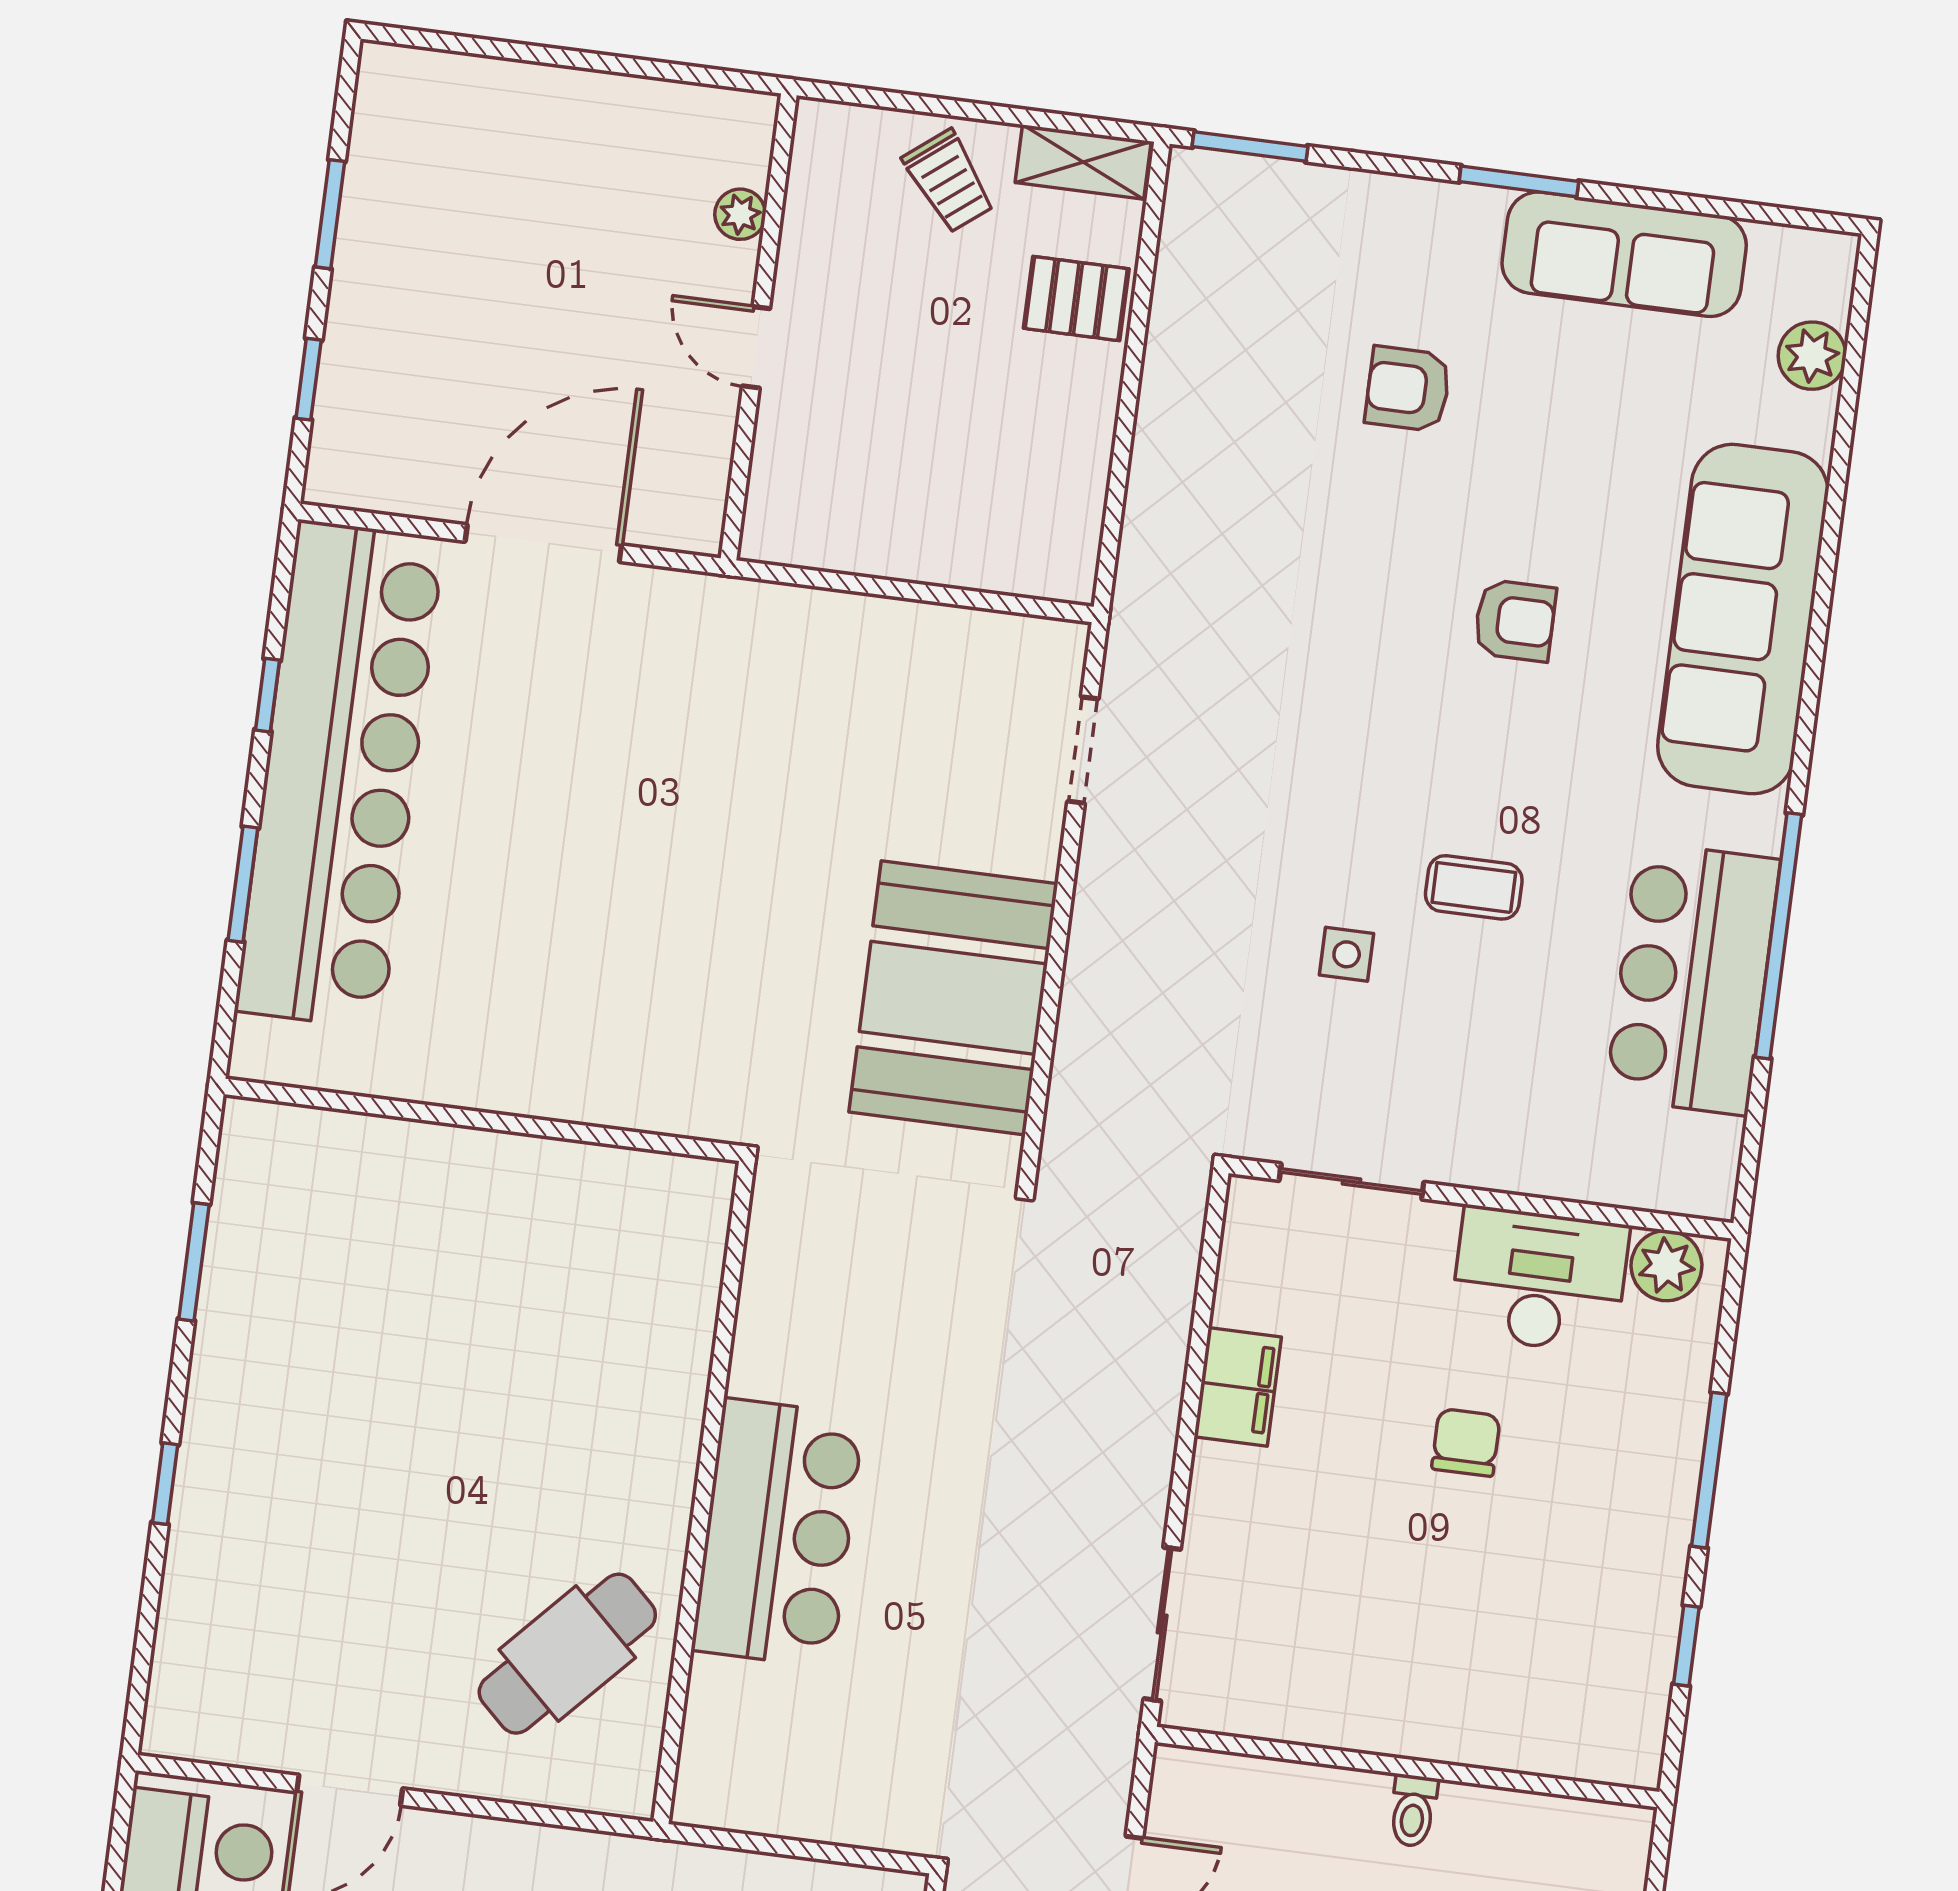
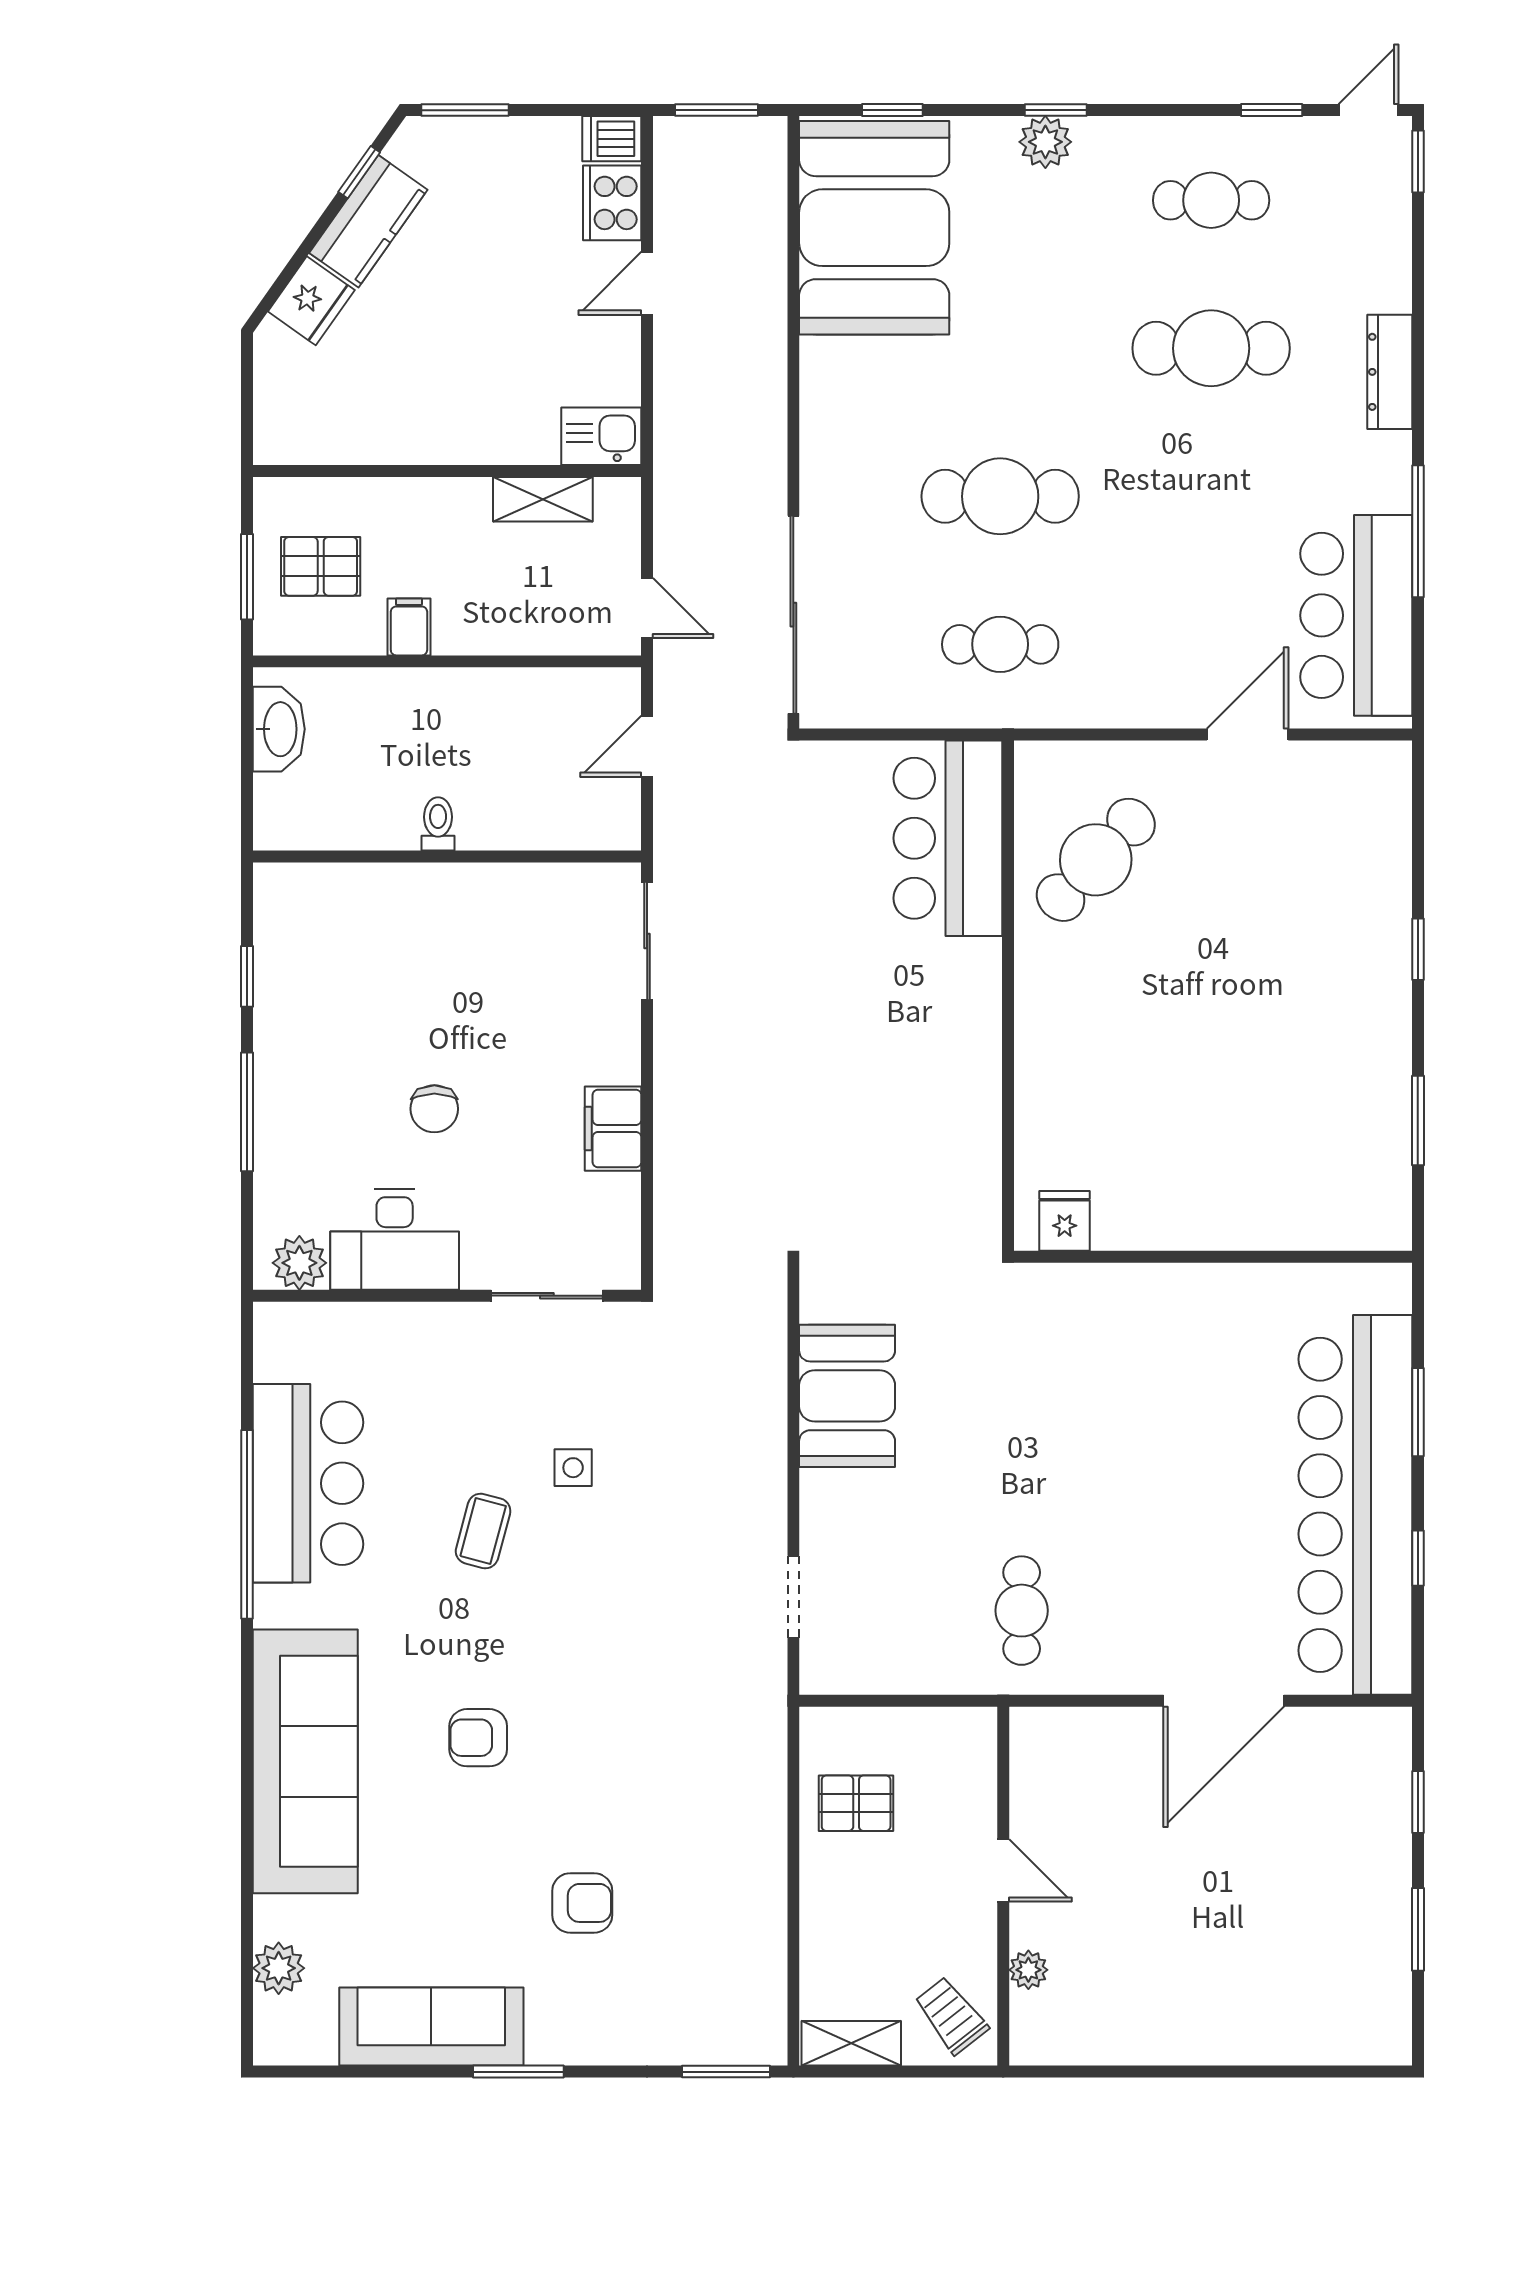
plant: (740, 214) -> (1028, 1970), moved
pallet: (1076, 299) -> (856, 1803), moved
wall: (759, 327) -> (1003, 1886), moved
door: (756, 347) -> (1003, 1870), moved
cafe table: (790, 694) -> (1022, 1611), added
coffee table: (1474, 887) -> (483, 1531), turned -75
booth: (953, 998) -> (847, 1396), width x0.73, depth x0.70
fridge: (668, 1191) -> (1065, 1221), added
bar counter: (778, 1533) -> (948, 838), moved

